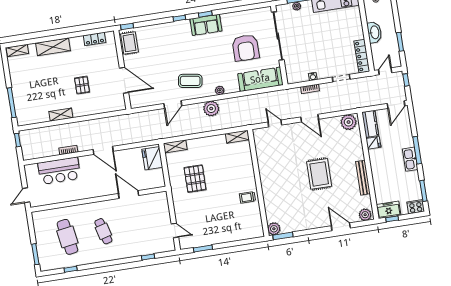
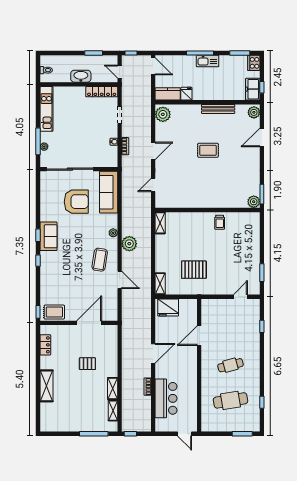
shelving: (17, 51) -> (113, 411), moved
rug: (319, 174) -> (208, 150), width x0.73, depth x0.70

